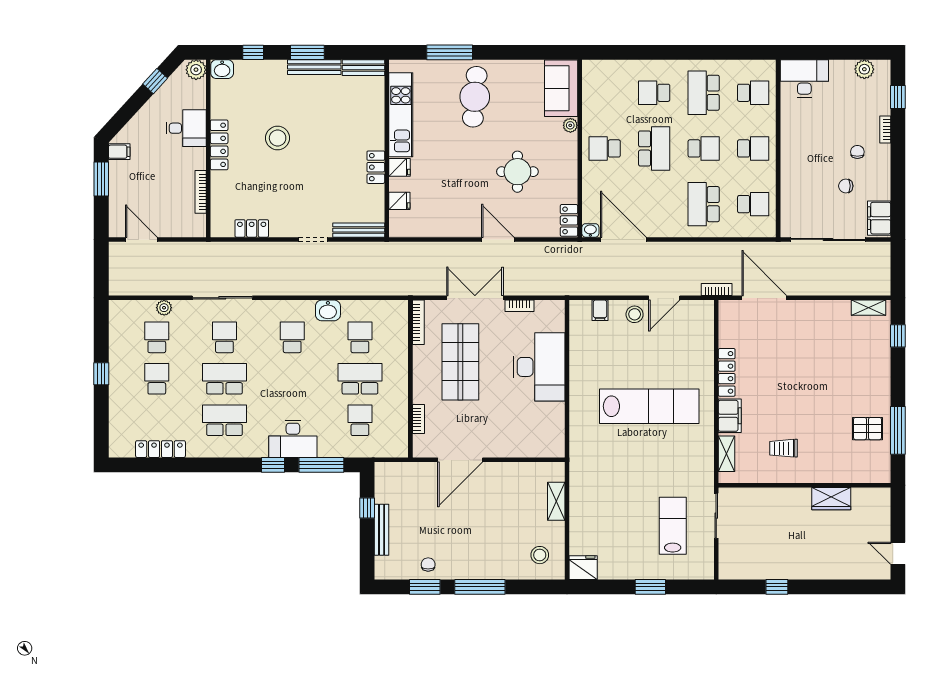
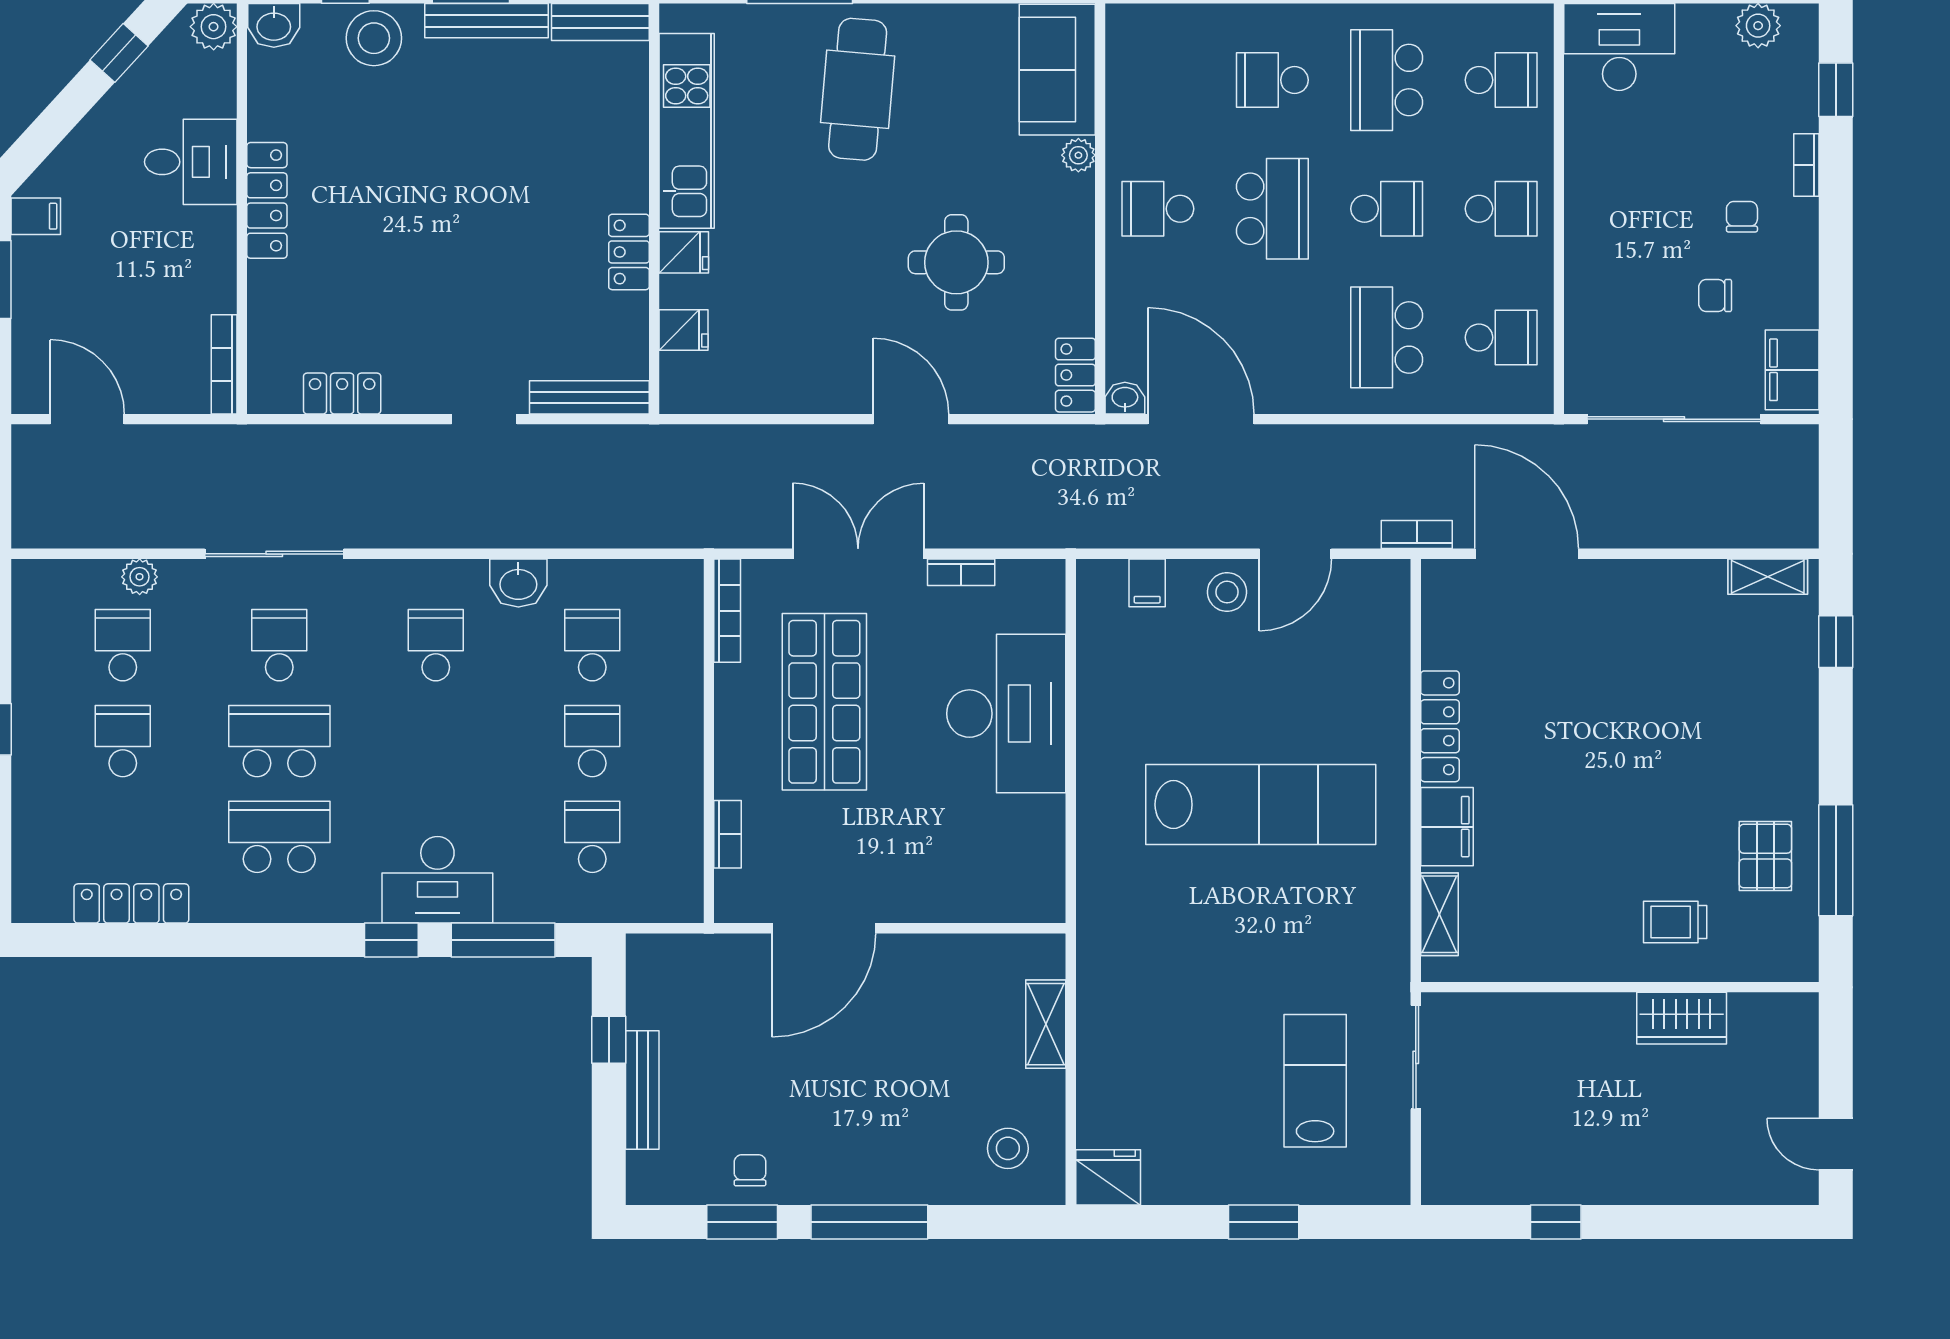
stool: (278, 138) -> (374, 38), moved
bookcase: (201, 192) -> (224, 364), moved
school desk: (360, 379) -> (592, 741), width x0.54
pallet: (867, 429) -> (1765, 856), turned 90
trolley: (783, 448) -> (1675, 922), moved

